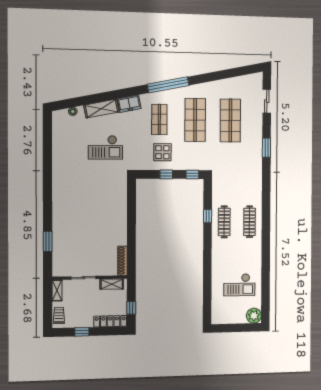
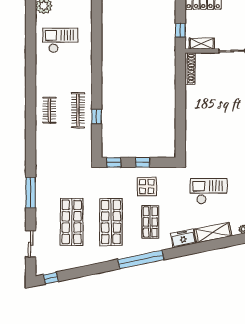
window: (249, 70) -> (51, 278), added
window: (266, 148) -> (31, 192), width x1.44
clothes rail: (250, 222) -> (49, 110), width x0.73
window: (131, 308) -> (180, 30), moved

